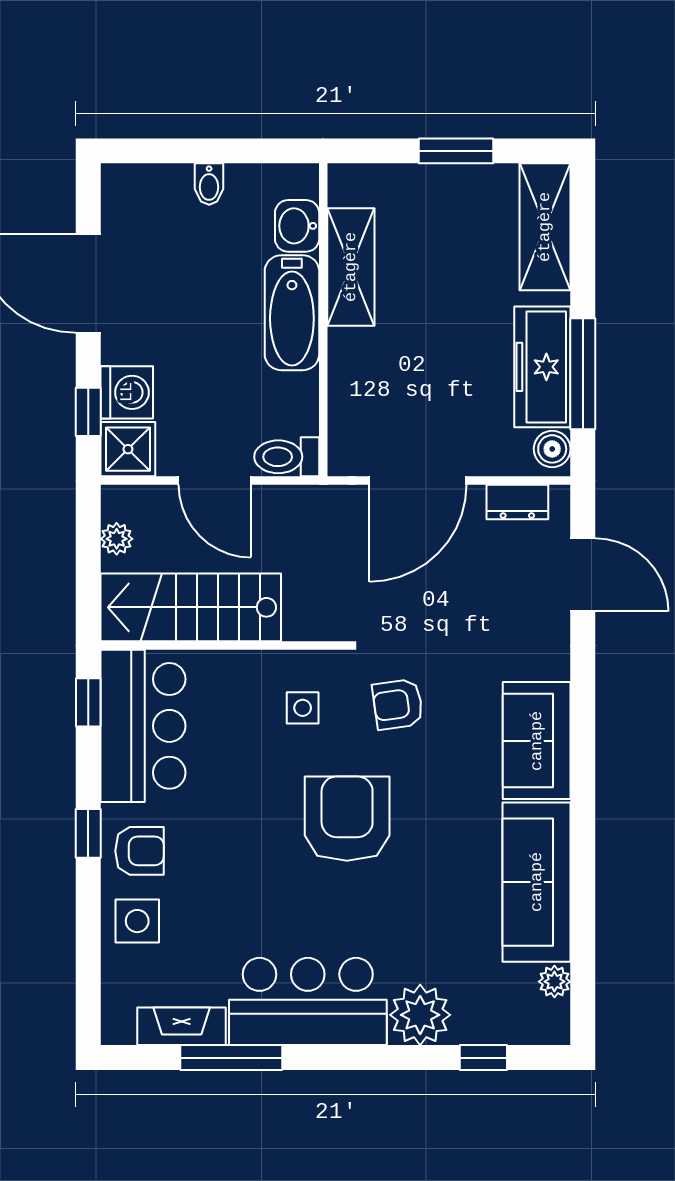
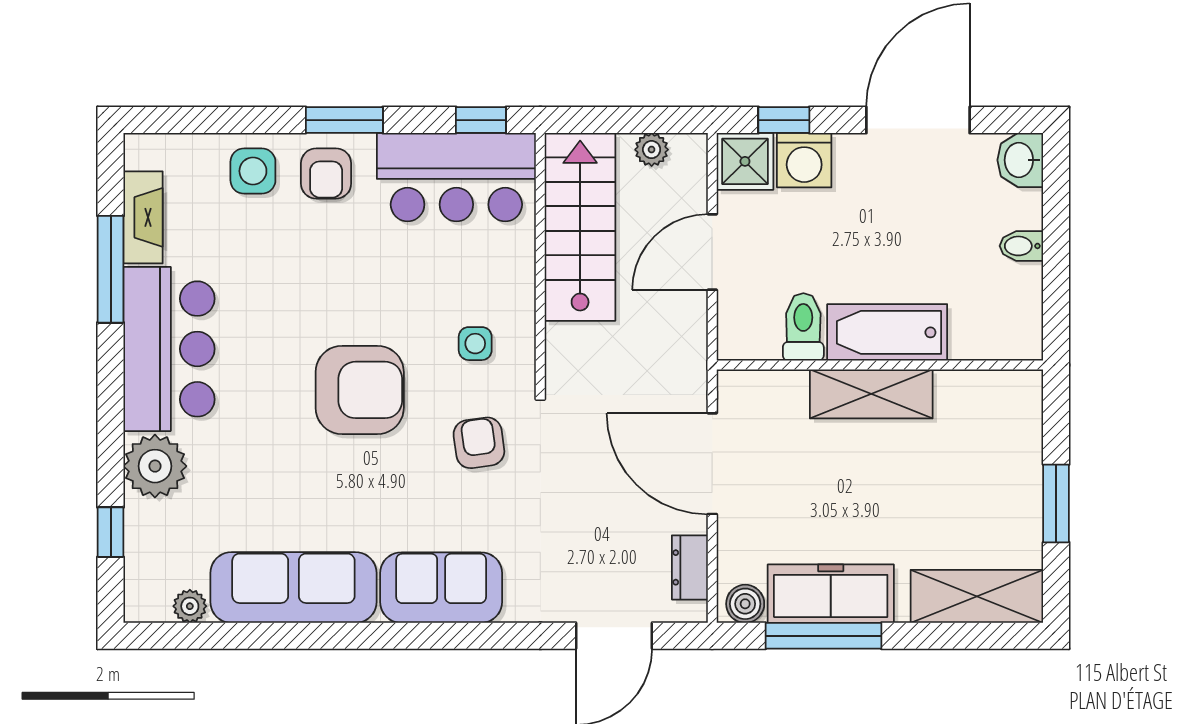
washbasin: (297, 226) -> (1020, 160), moved, turned -90
shelving: (351, 267) -> (871, 394), moved
toilet: (287, 457) -> (803, 327), moved
window: (88, 833) -> (344, 120), width x1.50

